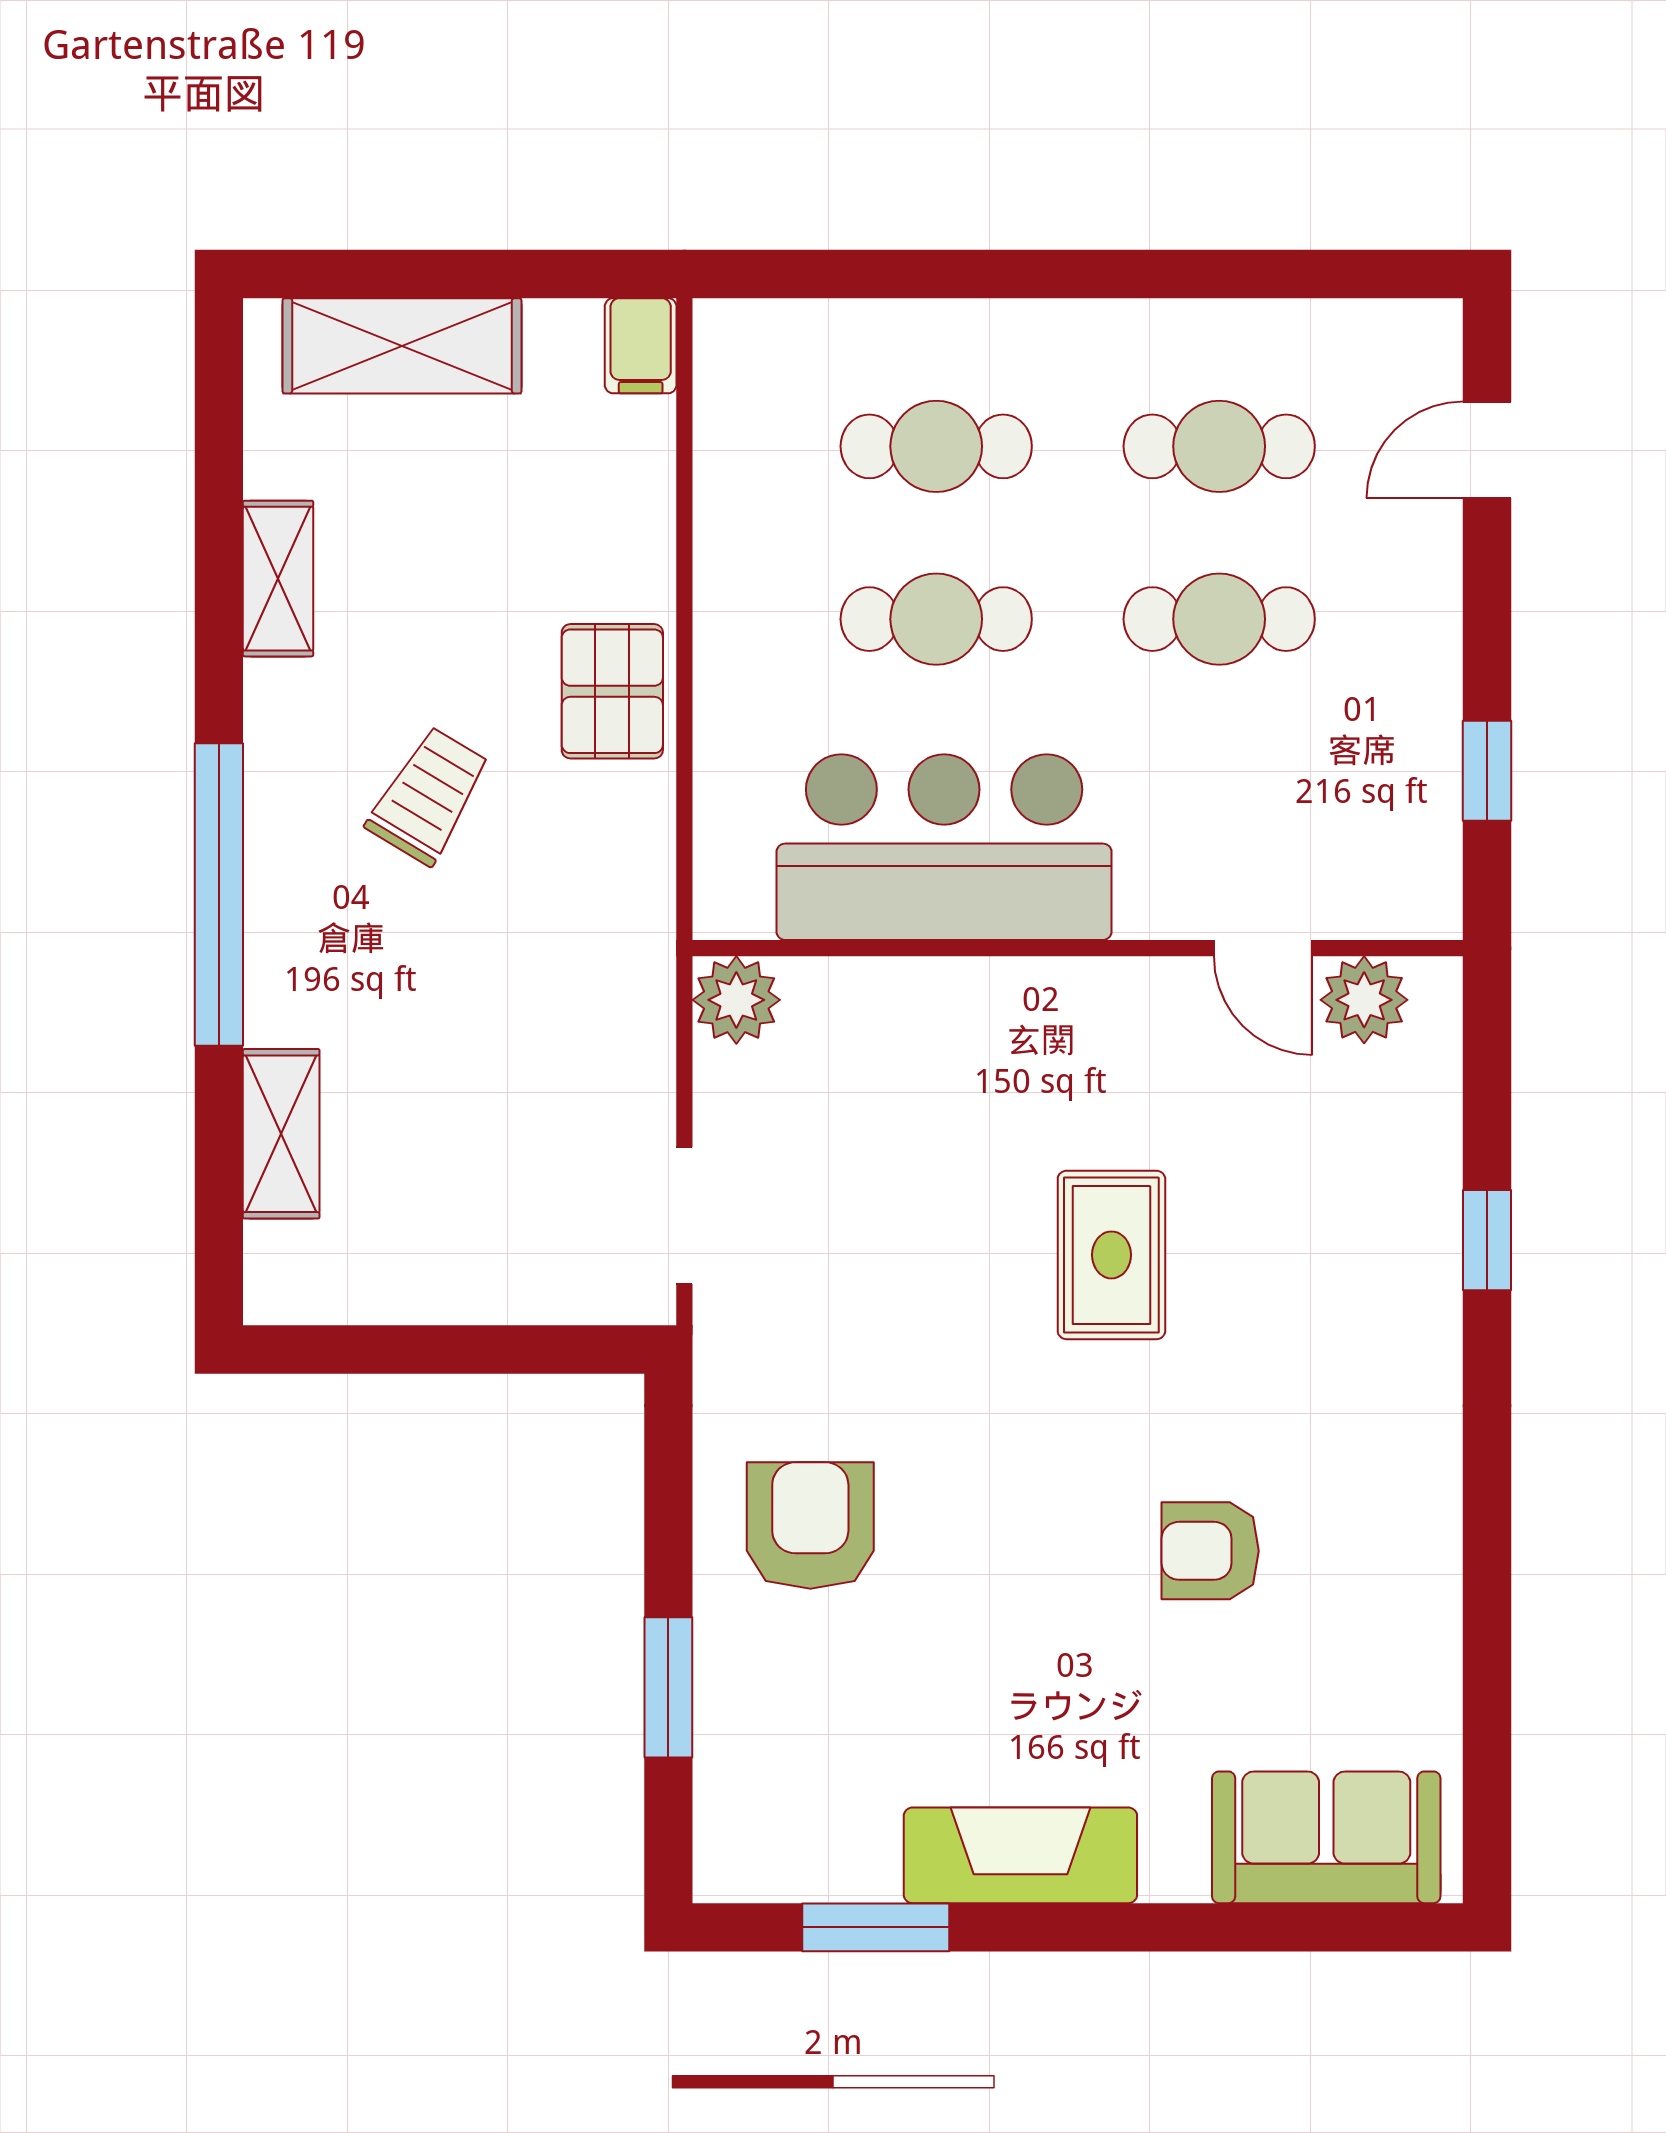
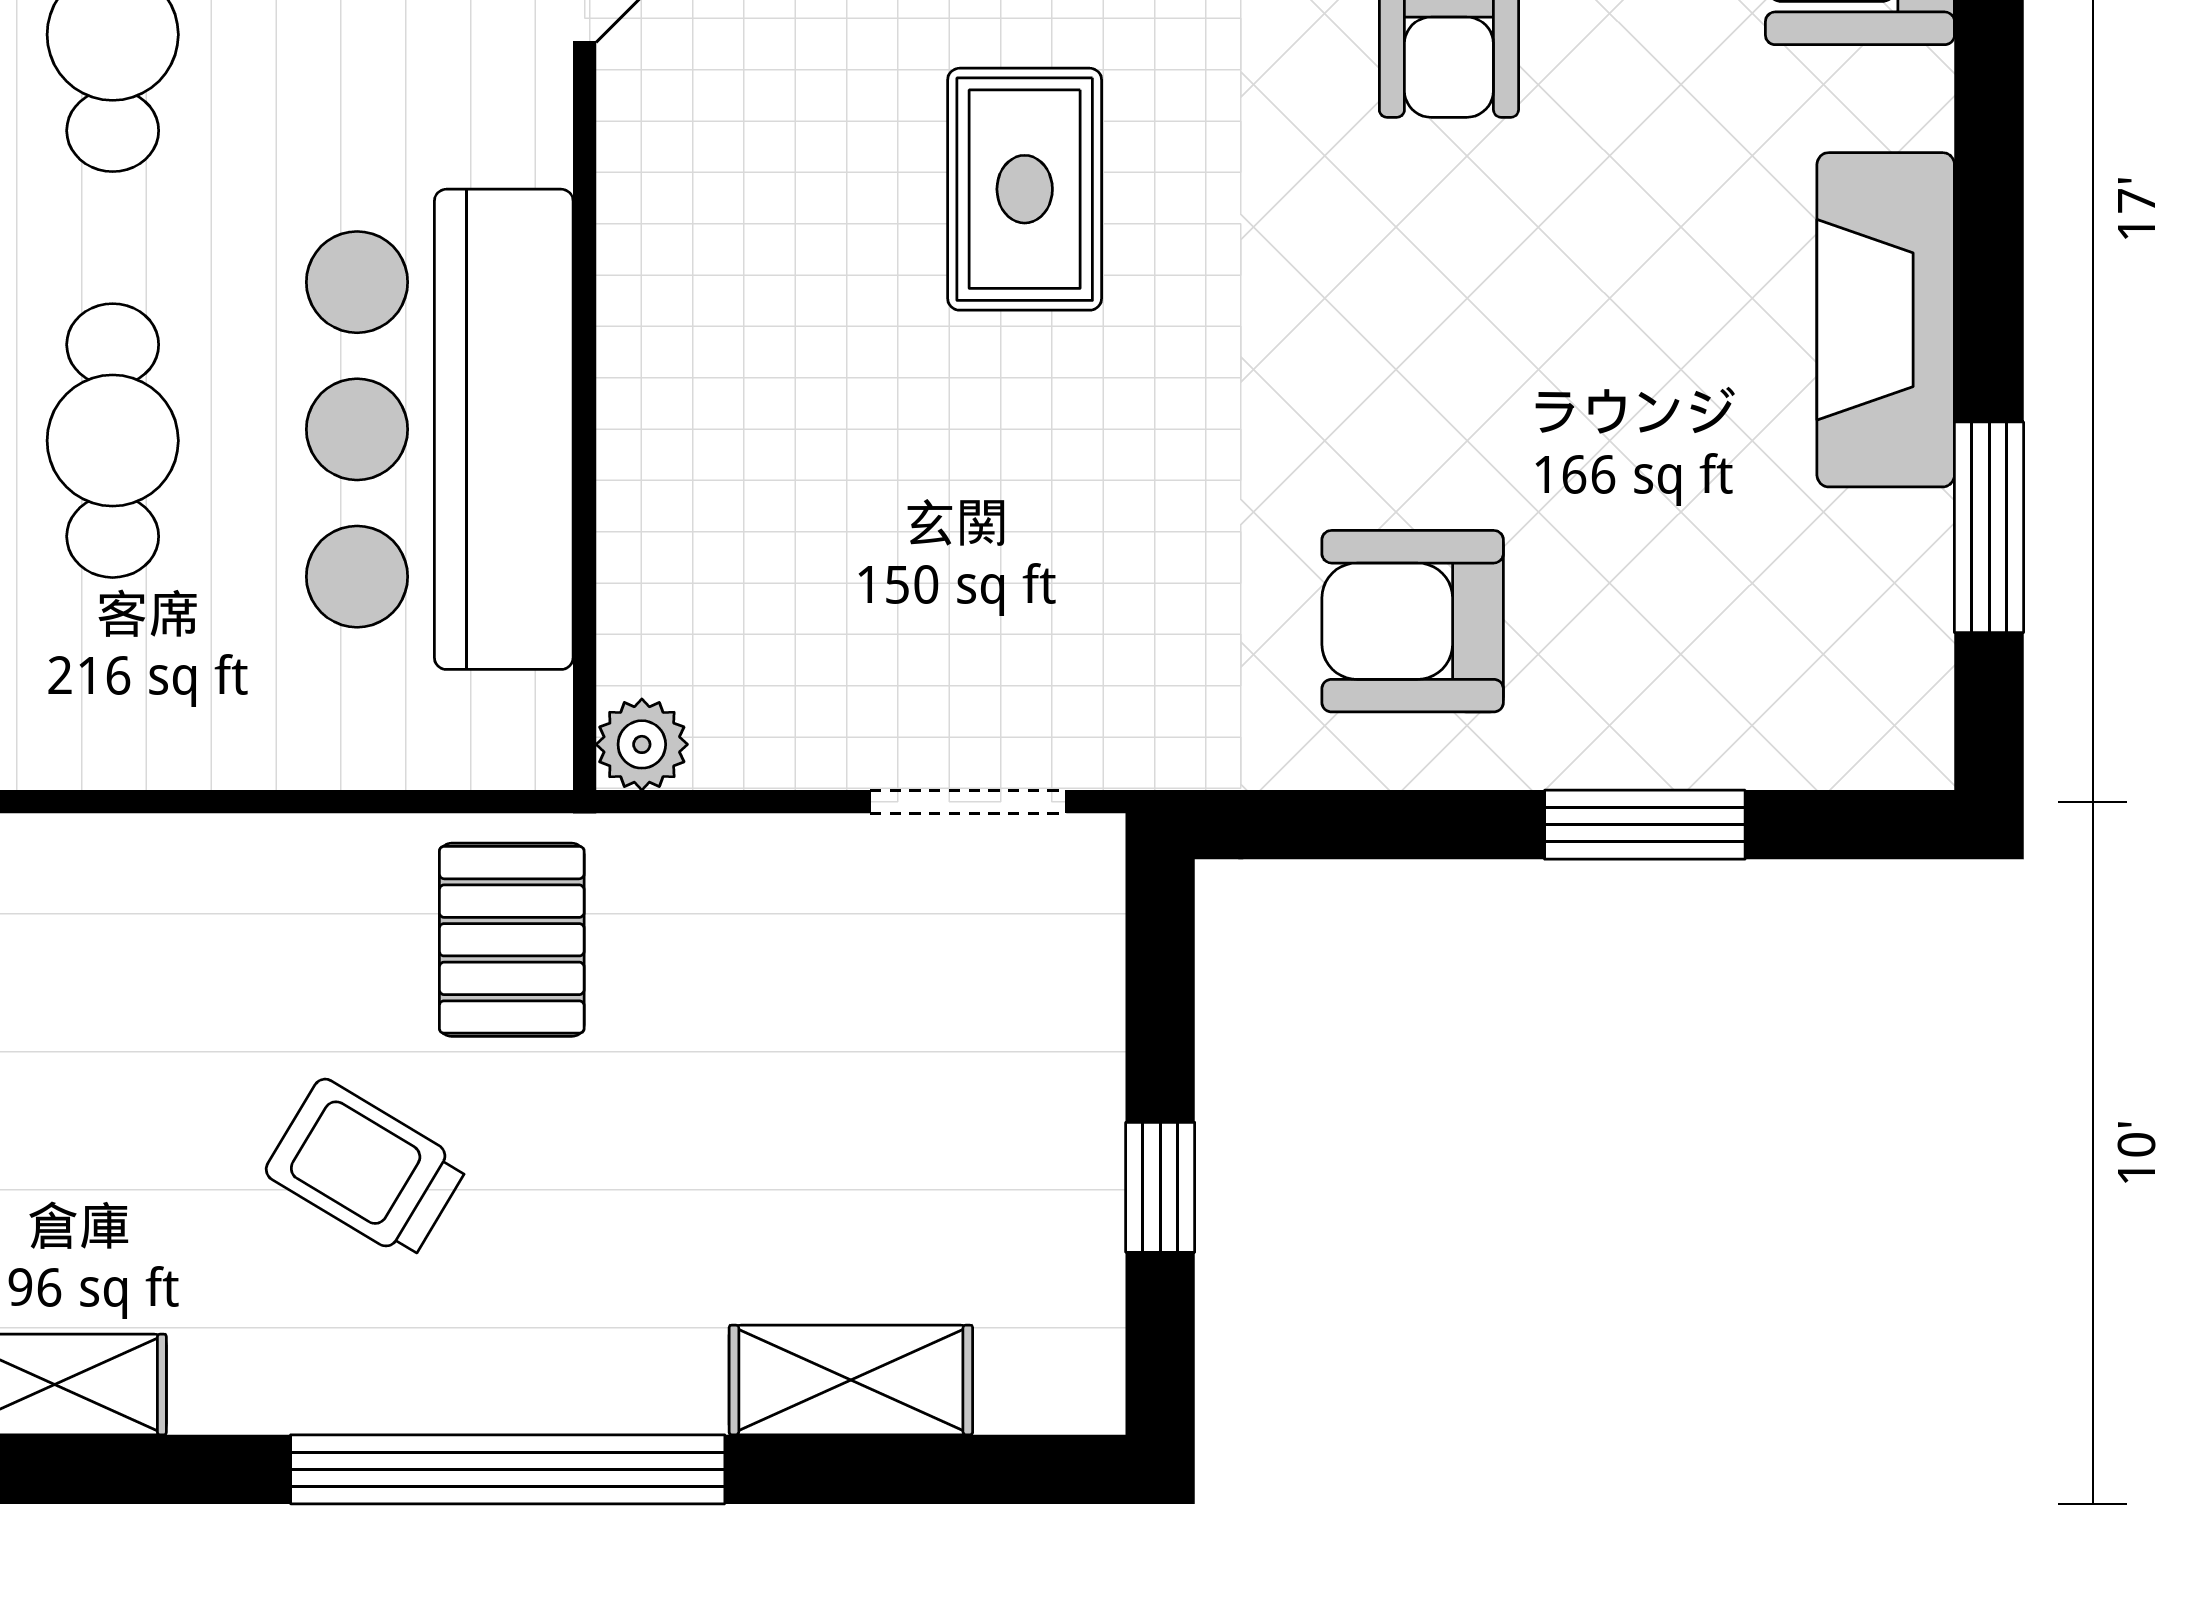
pallet: (612, 691) -> (512, 940), moved, turned 90
plant: (736, 1000) -> (642, 744), width x0.73, depth x0.73
rug: (1111, 1255) -> (1025, 189), turned 90
window: (416, 1349) -> (1160, 1187), added

